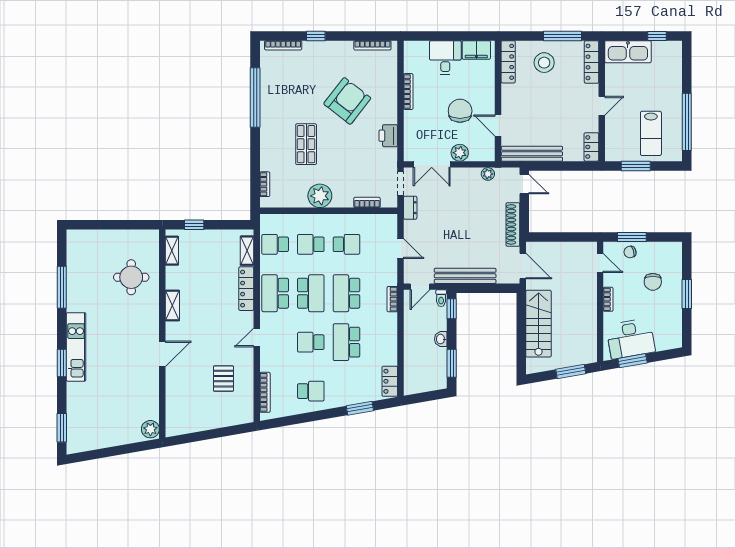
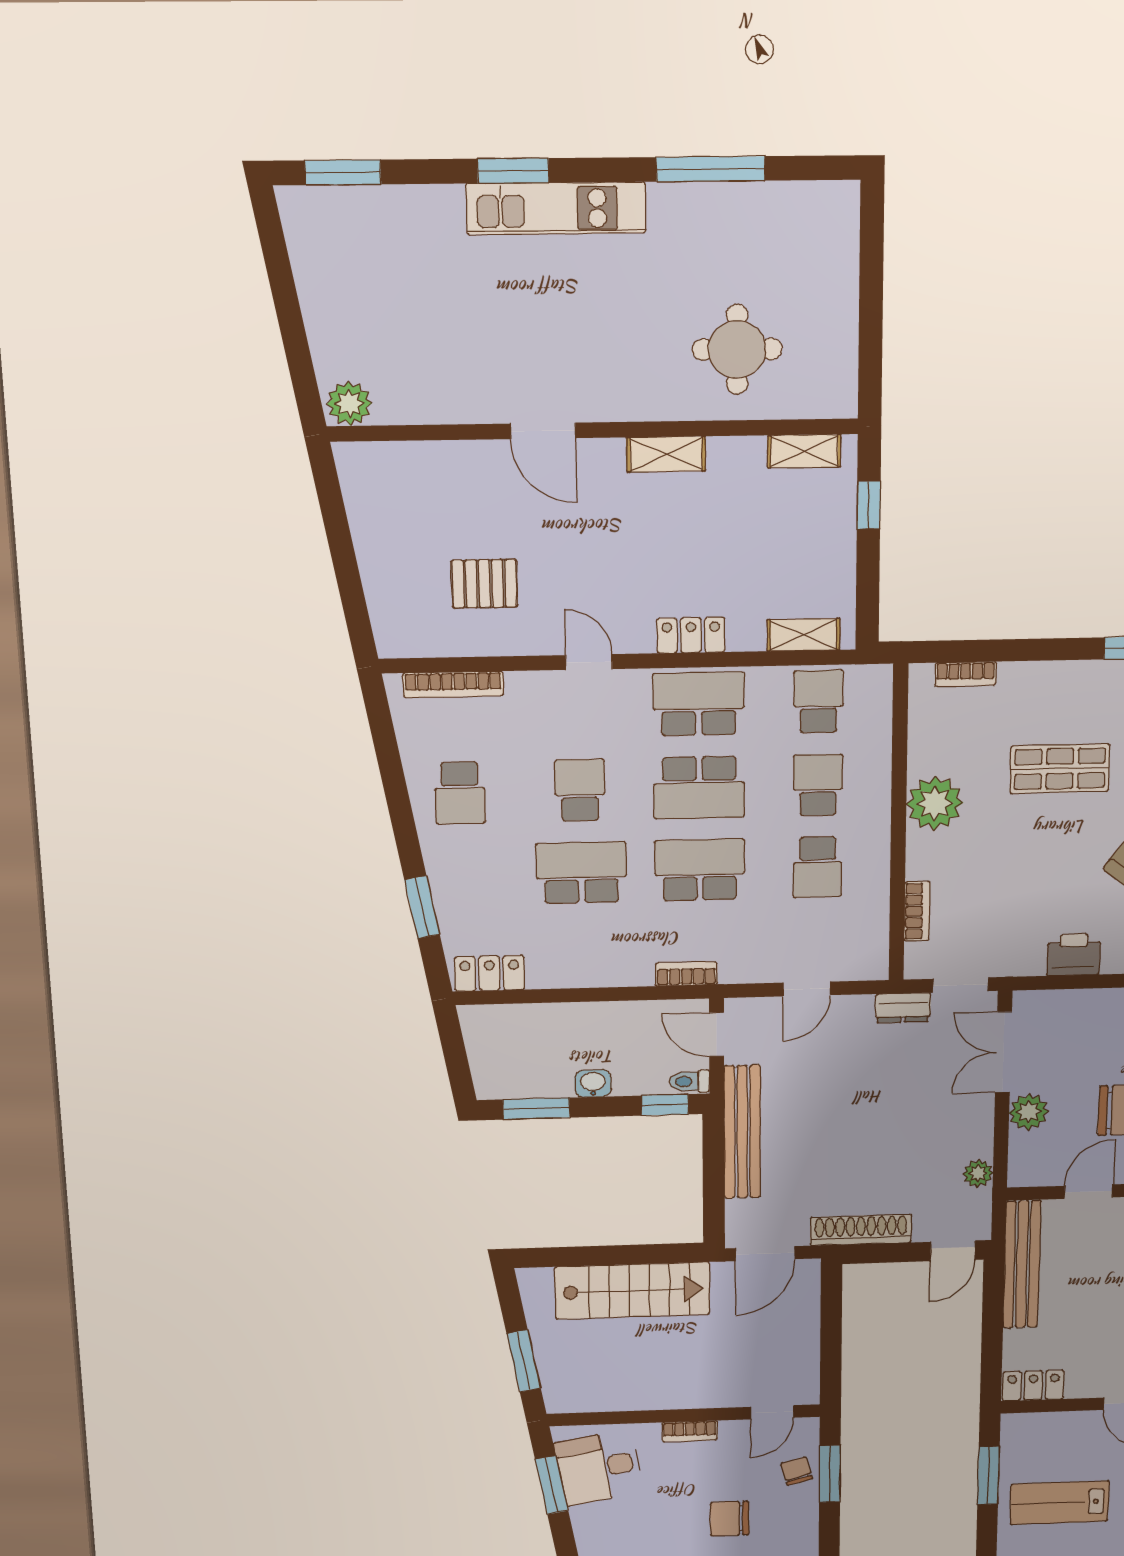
locker: (246, 289) -> (691, 635), width x0.66
desk: (631, 339) -> (599, 1468), width x0.73

